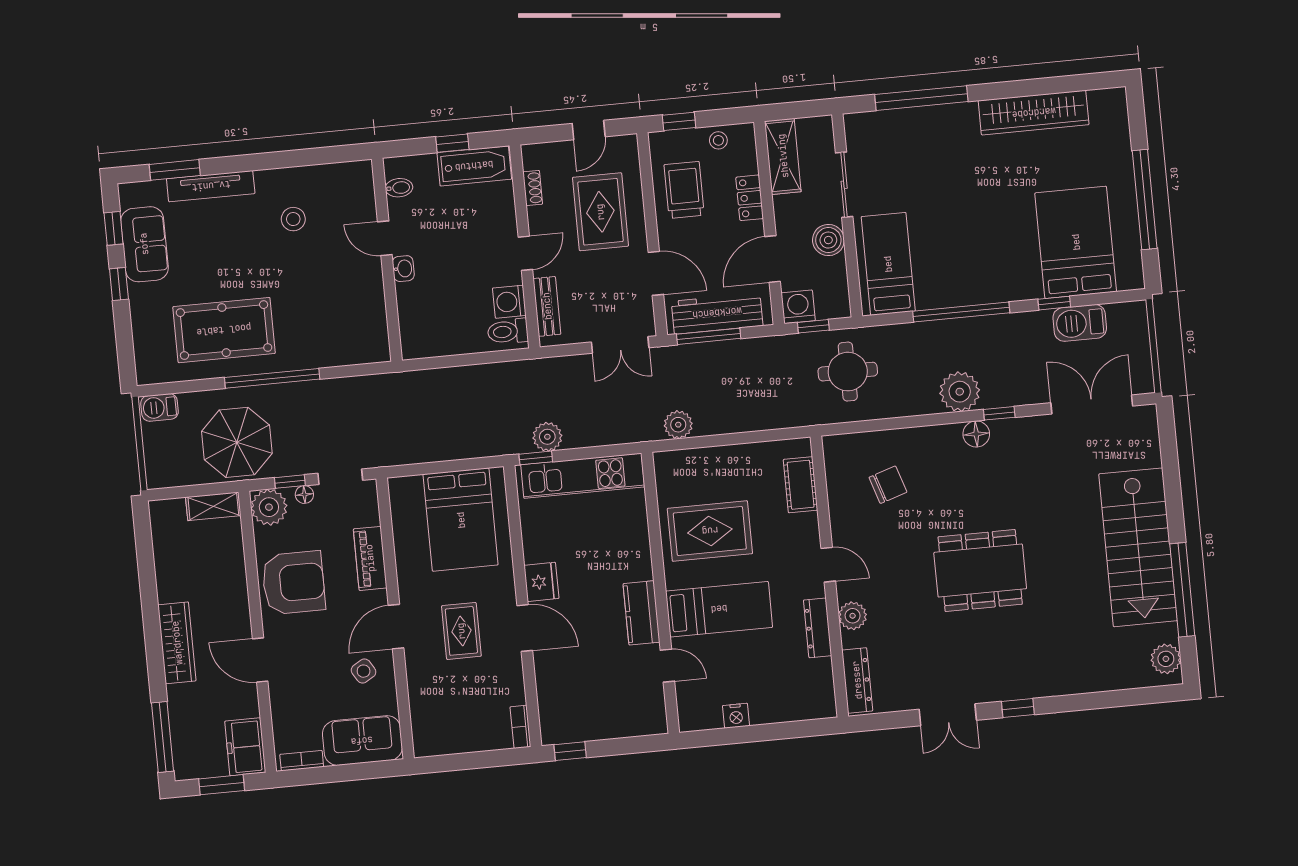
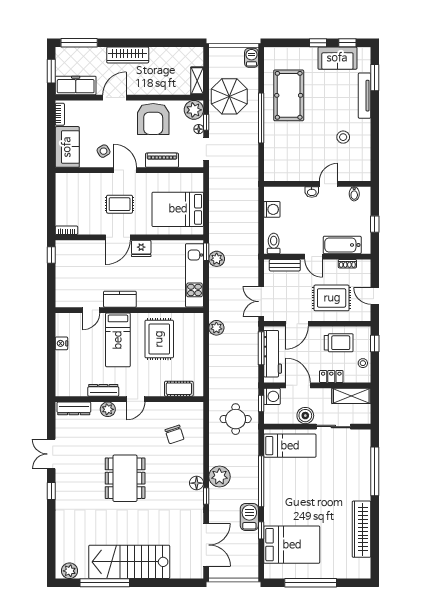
bathtub: (474, 166) -> (342, 245), moved, turned 90
washing machine: (509, 302) -> (272, 209), moved, turned 90
barbecue: (1080, 323) -> (249, 517), moved
freezer: (245, 747) -> (76, 85), width x1.40

